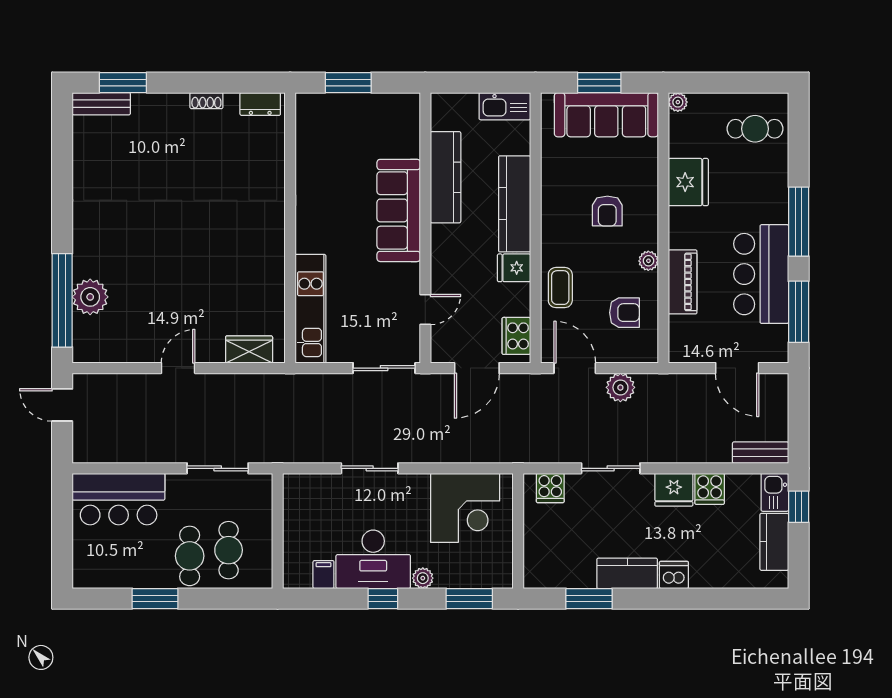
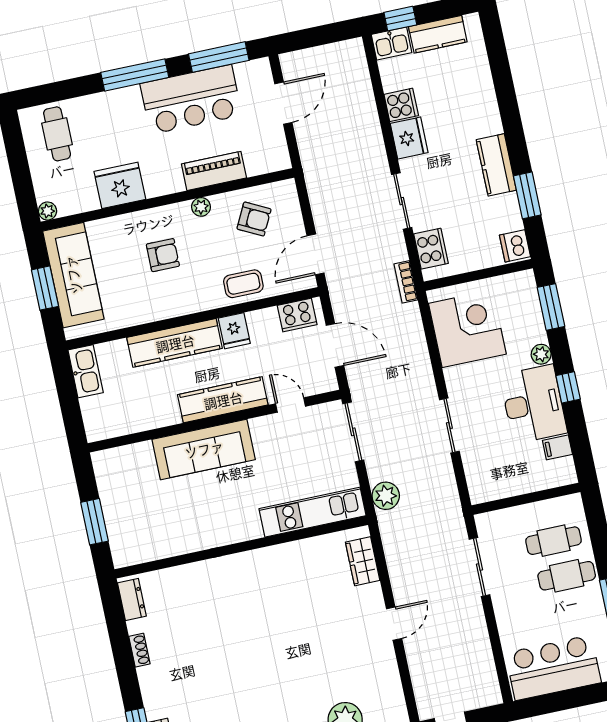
kitchen counter: (446, 177) -> (223, 400), moved
armchair: (624, 313) -> (254, 219), turned 117
door: (178, 368) -> (394, 624), swing flipped
plant: (620, 387) -> (386, 496), moved
bench: (761, 453) -> (357, 65), removed
bookcase: (527, 455) -> (406, 282), added
cooker: (550, 488) -> (431, 249), width x1.36
bar counter: (119, 499) -> (553, 668), moved, turned -90
dishwasher: (674, 575) -> (515, 246), moved

